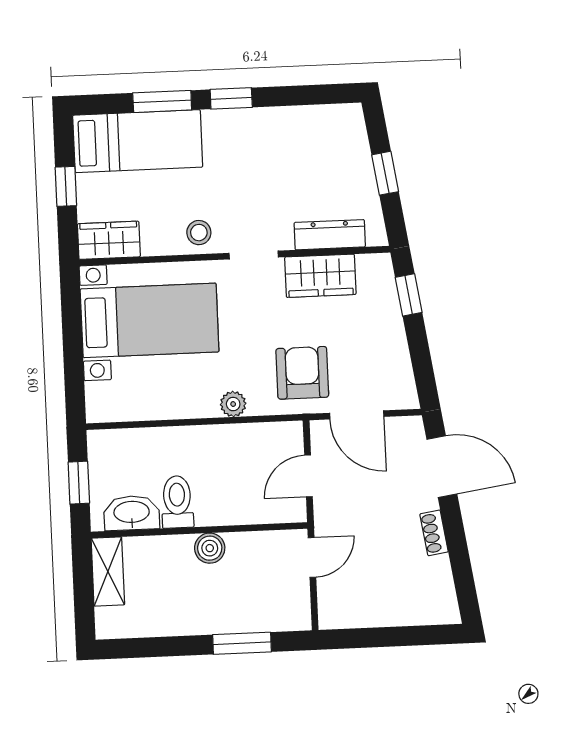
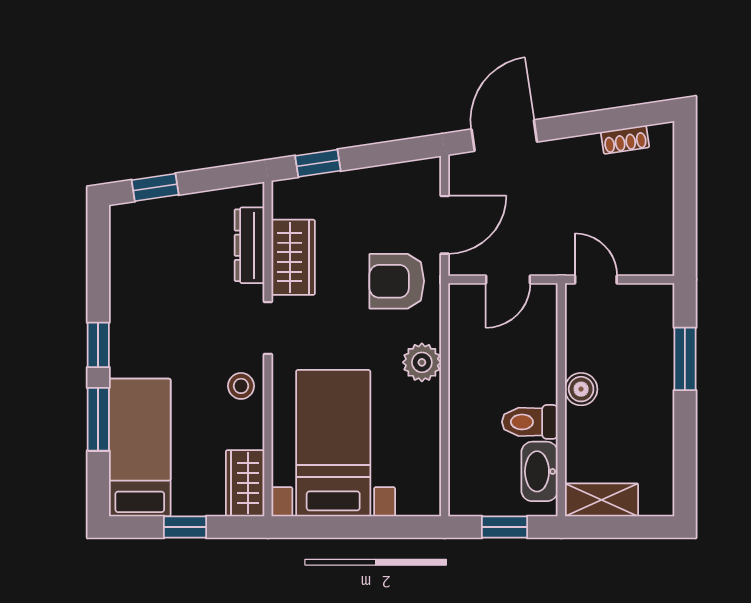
window: (385, 173) -> (155, 187), moved
plant: (233, 404) -> (422, 362), width x1.38, depth x1.38
door: (308, 476) -> (508, 279), hinge flipped
shoe rack: (434, 533) -> (625, 140), moved

